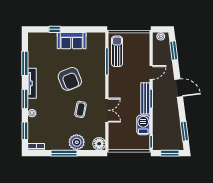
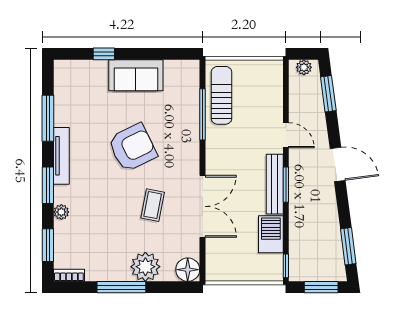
door: (151, 72) -> (286, 135), hinge flipped
armchair: (70, 79) -> (132, 148), turned -94
double door: (107, 110) -> (202, 206), width x1.37

